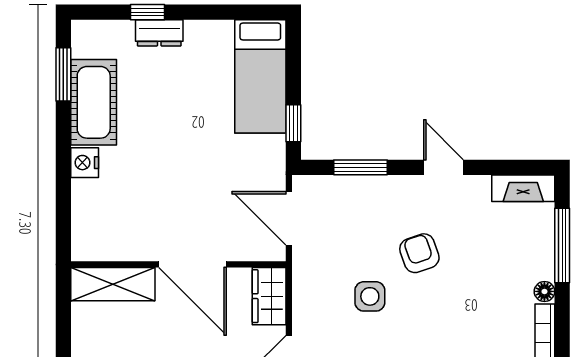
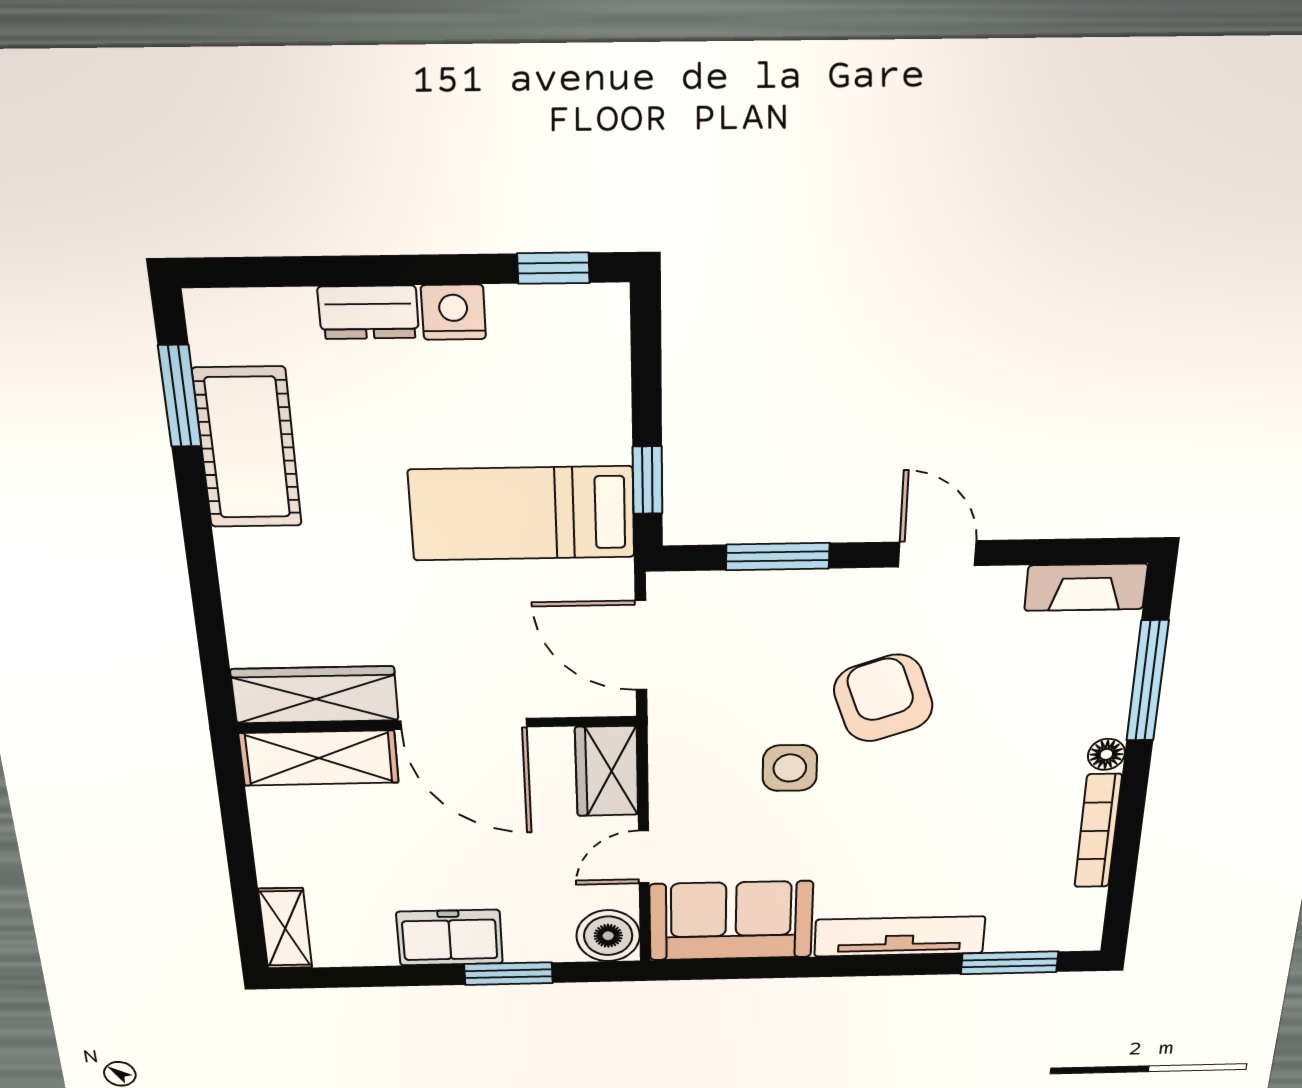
window: (148, 12) -> (553, 268), moved
bed: (260, 76) -> (522, 514), moved, turned 90
nightstand: (85, 163) -> (453, 312), moved, turned 90
wardrobe: (114, 245) -> (315, 695), added
armchair: (419, 253) -> (883, 698), width x1.38, depth x1.38

